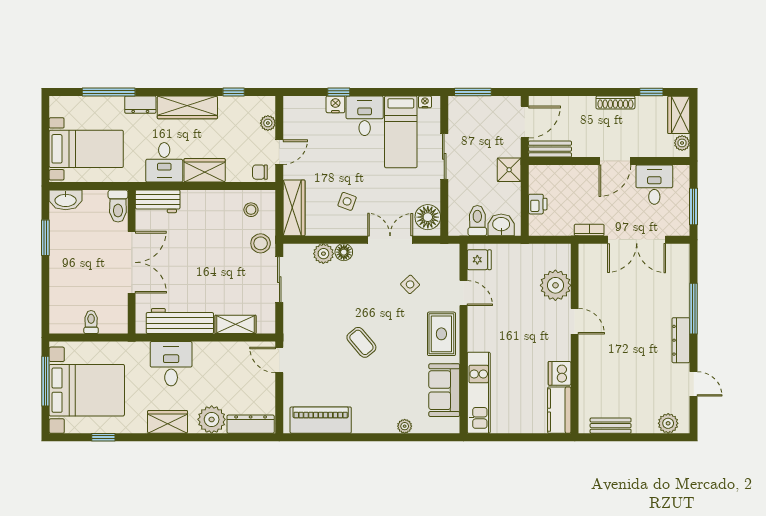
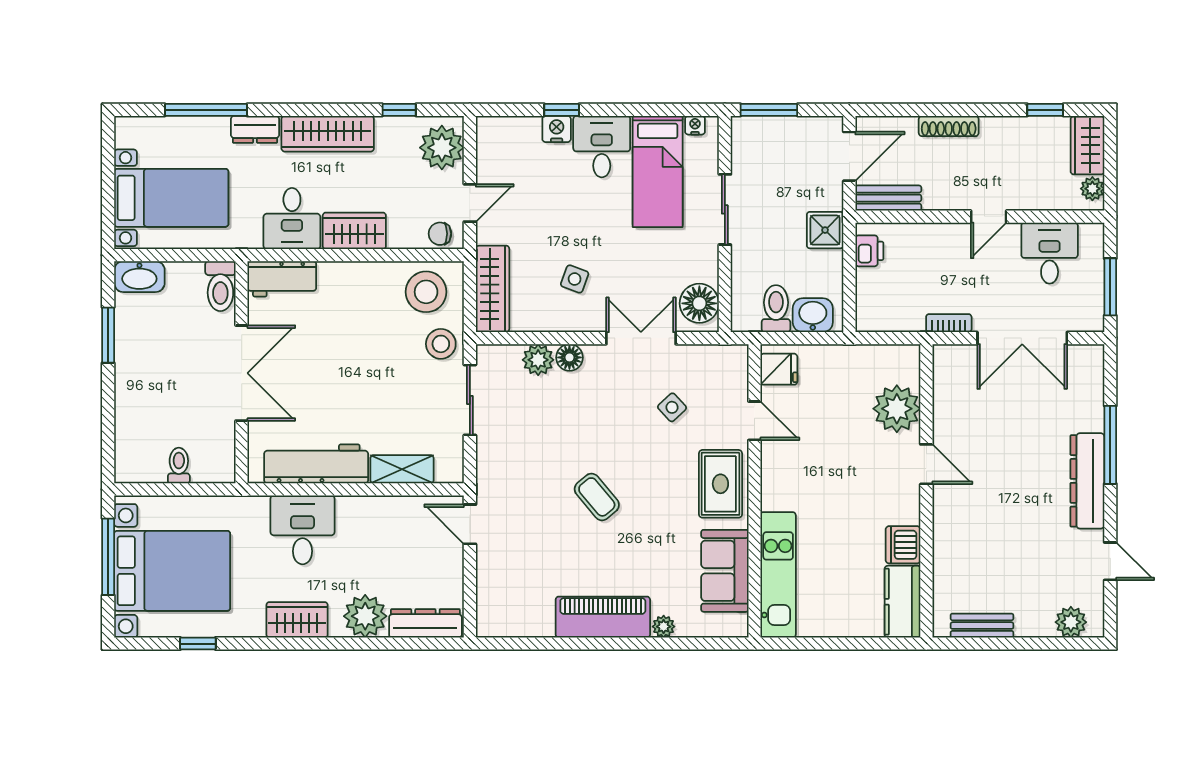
shoe rack: (615, 102) -> (949, 126), moved
plant: (268, 123) -> (442, 148), width x1.88, depth x1.88
door: (615, 161) -> (989, 217), width x0.73
printer: (538, 204) -> (869, 251), moved
stool: (251, 210) -> (426, 292), width x1.89, depth x1.89
dresser: (681, 340) -> (1087, 481), width x1.37, depth x1.24
piano: (321, 420) -> (603, 617), moved

